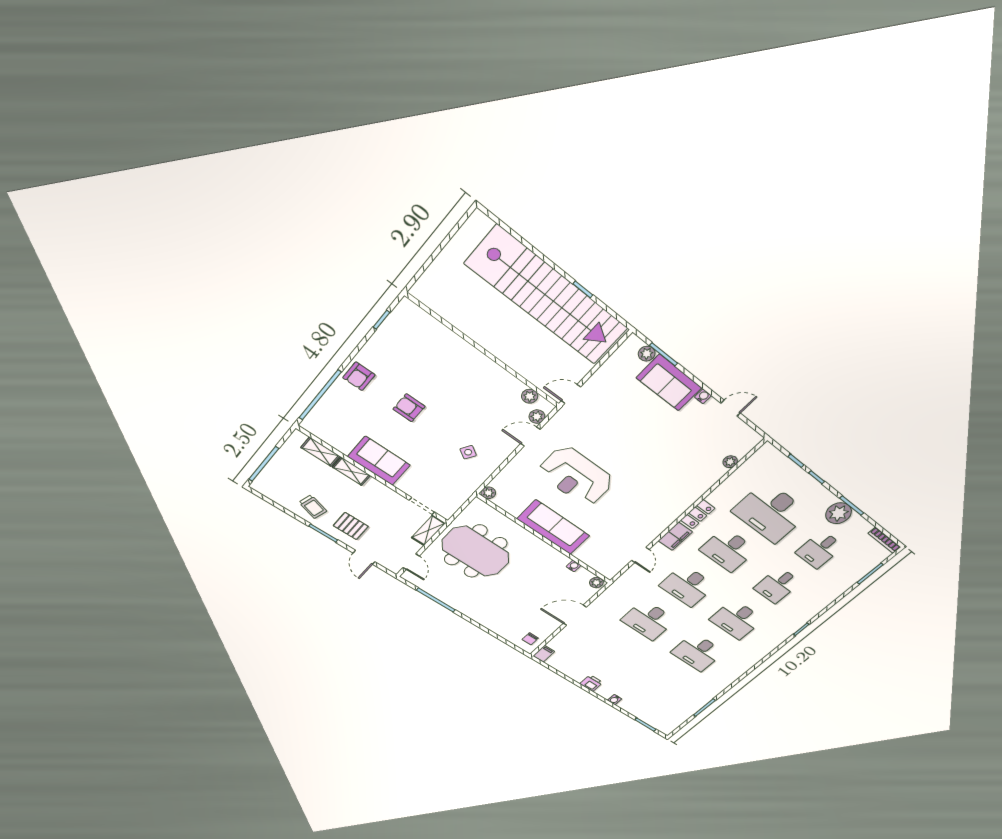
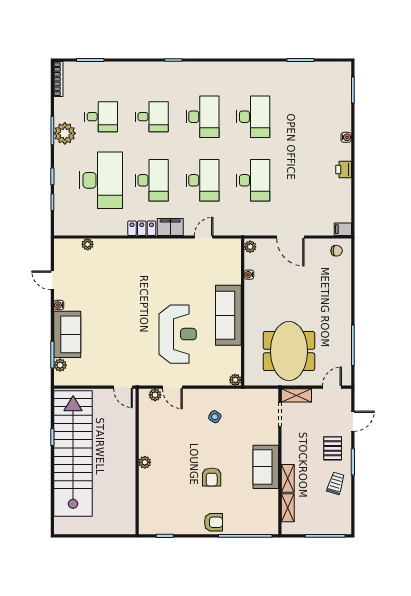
plant: (530, 396) -> (145, 462), moved

